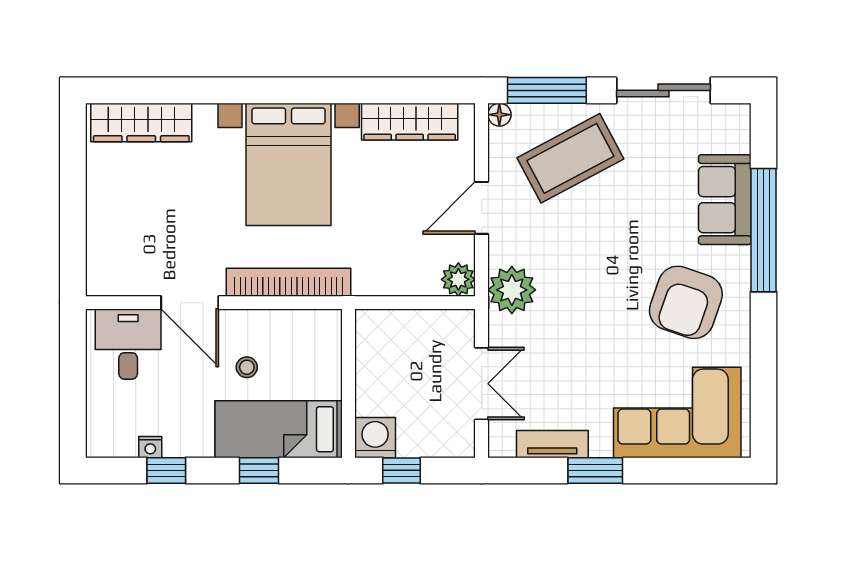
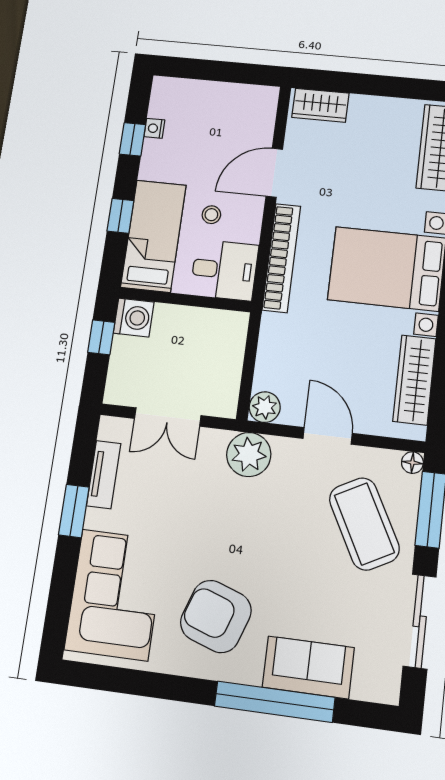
wardrobe: (103, 260) -> (320, 105), added
desk: (128, 344) -> (224, 270), moved

